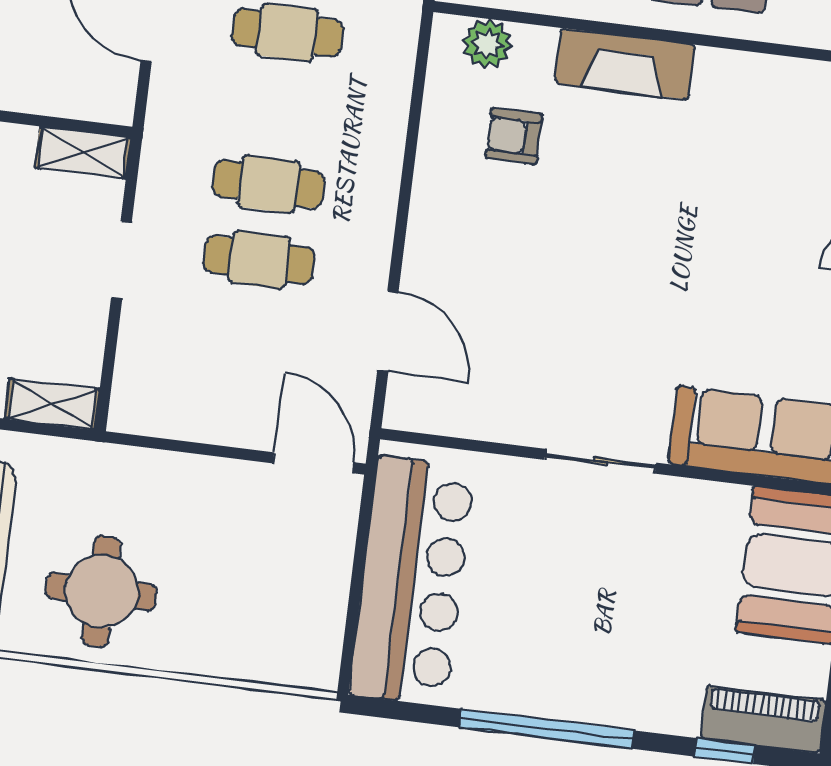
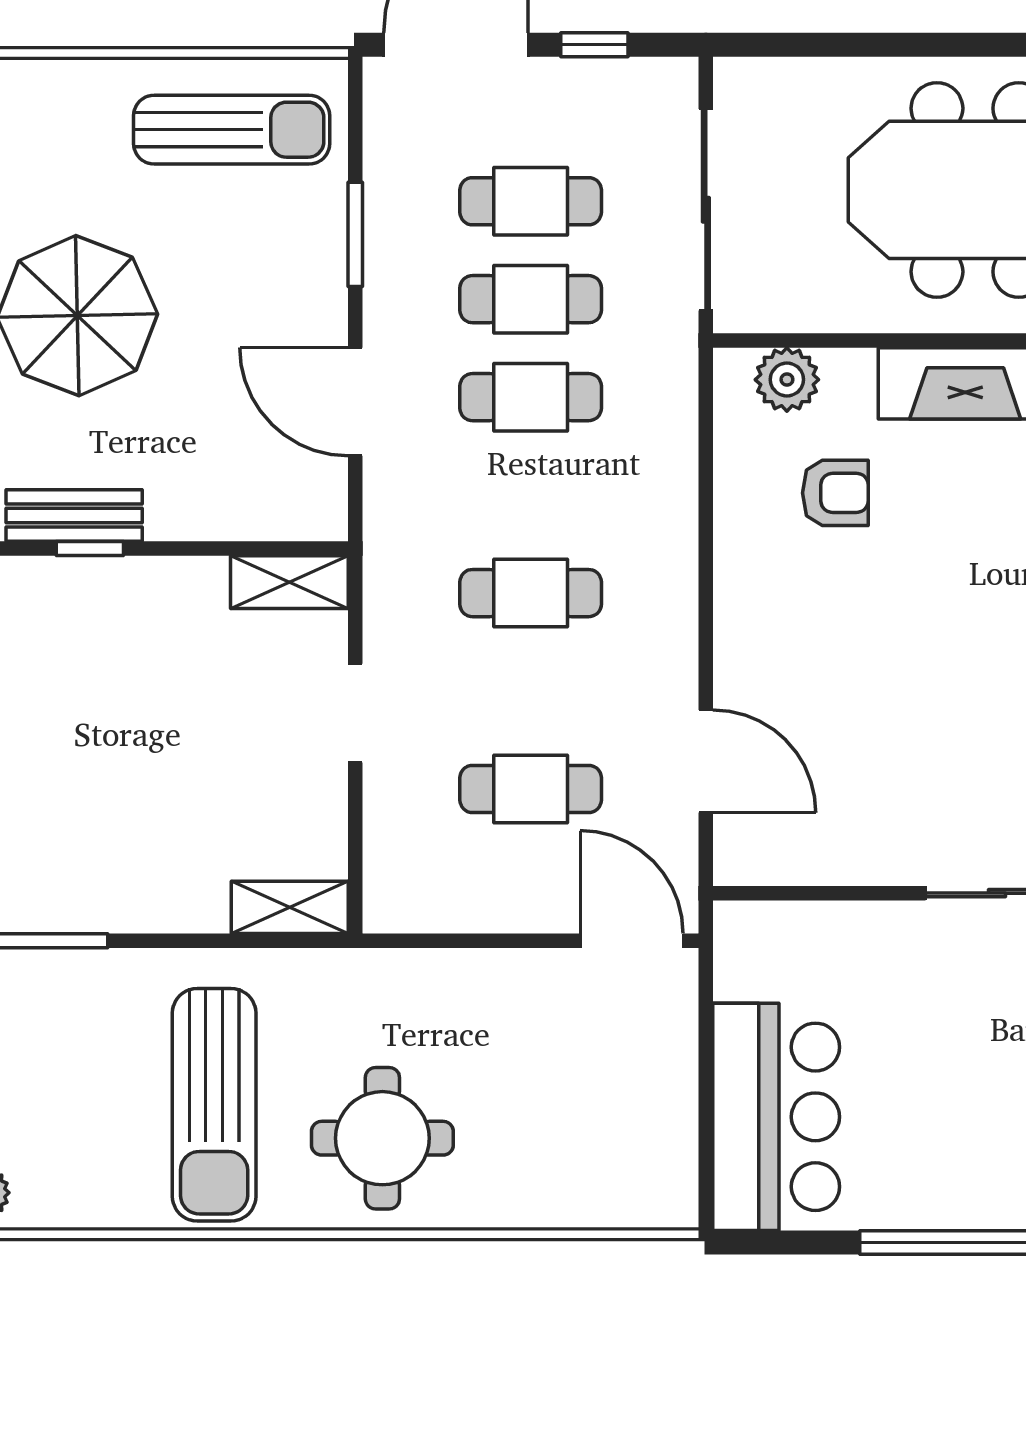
armchair: (514, 136) -> (835, 493), turned 180
cafe table: (259, 260) -> (531, 789), moved
bar counter: (412, 581) -> (776, 1117), width x0.73

